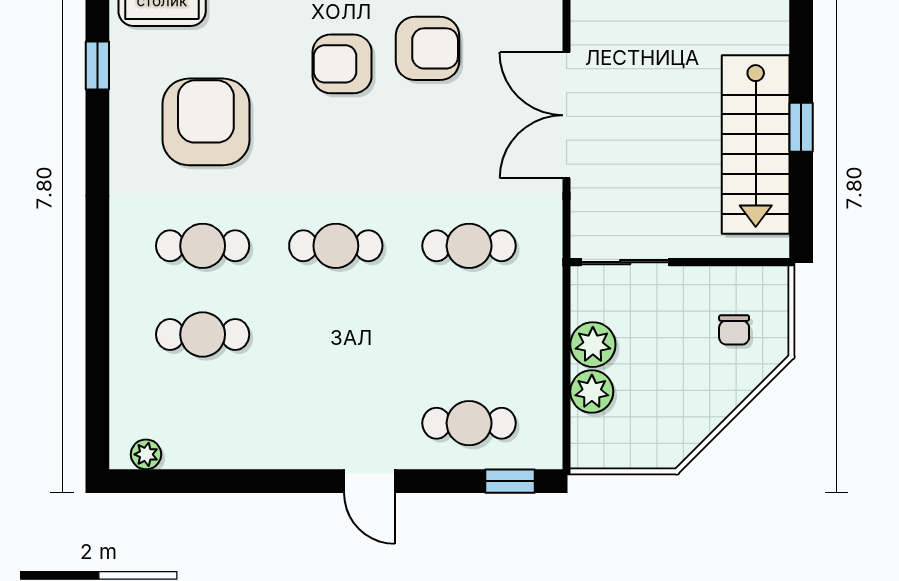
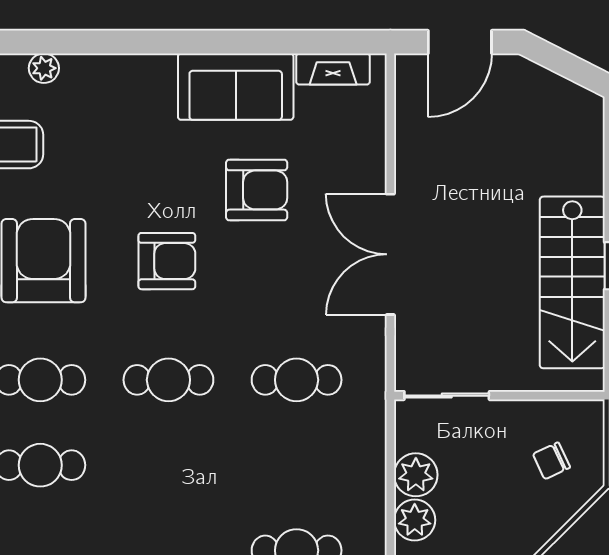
armchair: (342, 64) -> (167, 261), moved, turned 180
chair: (734, 330) -> (552, 461), turned 65

